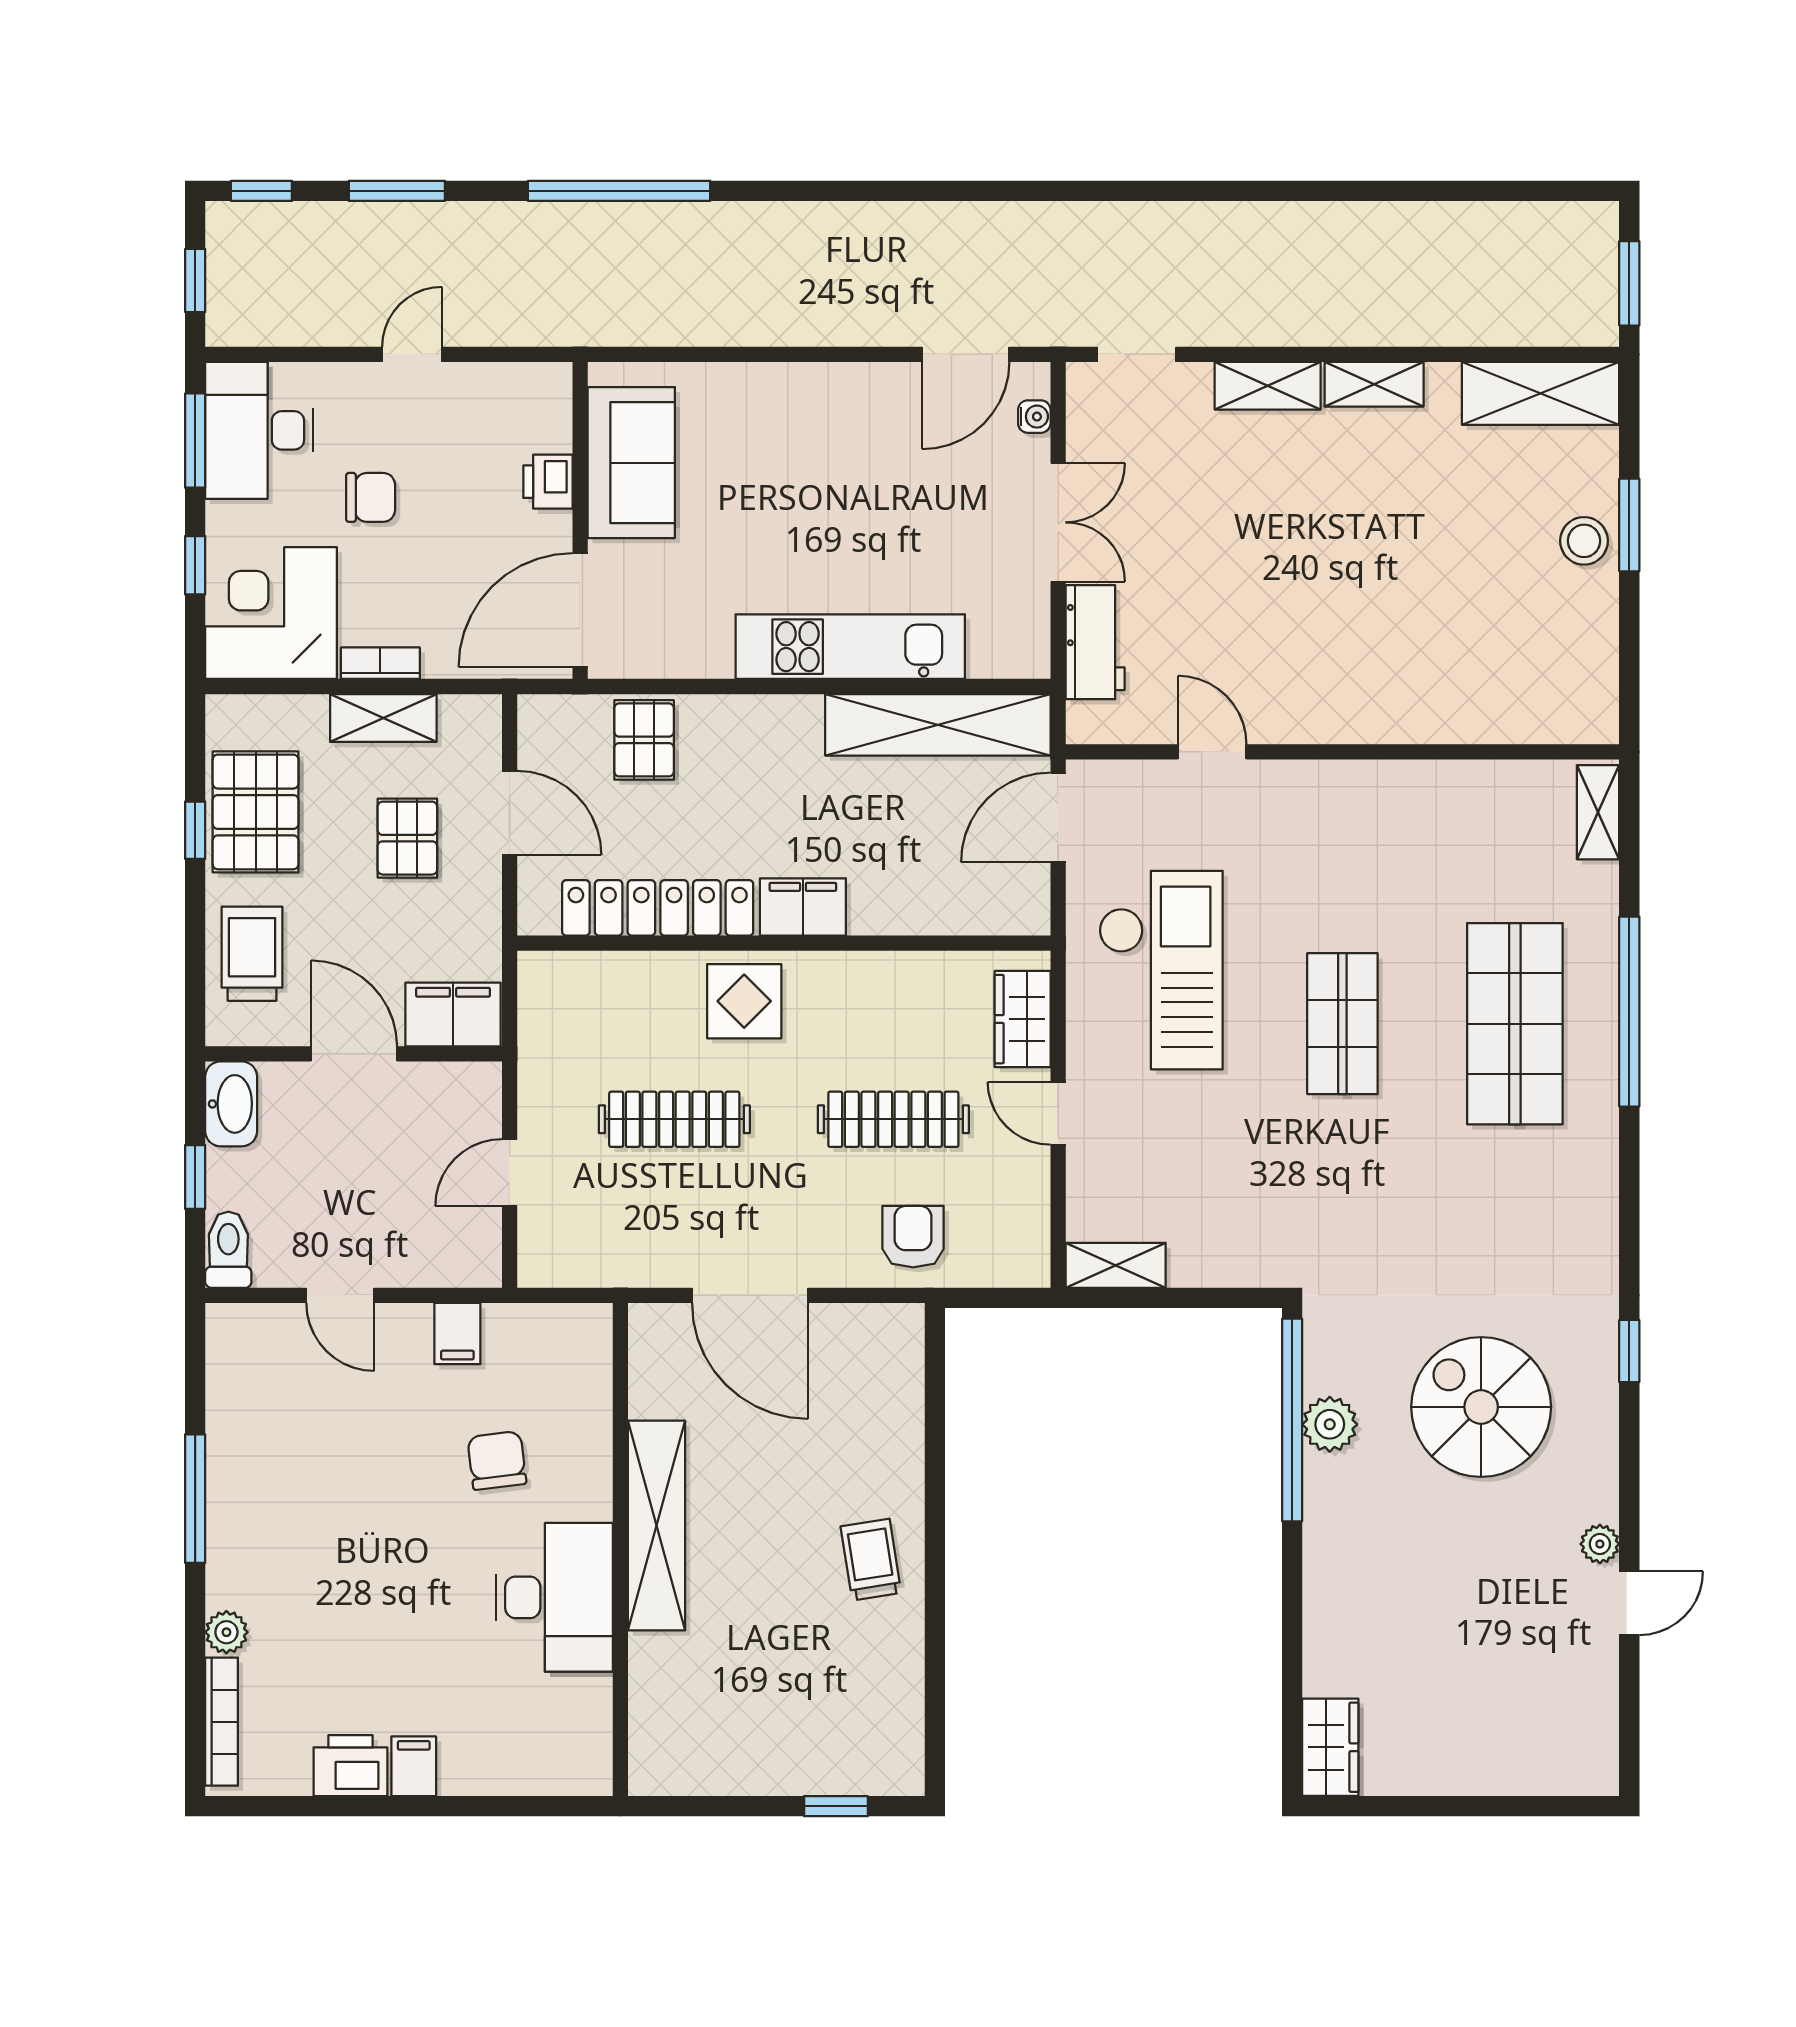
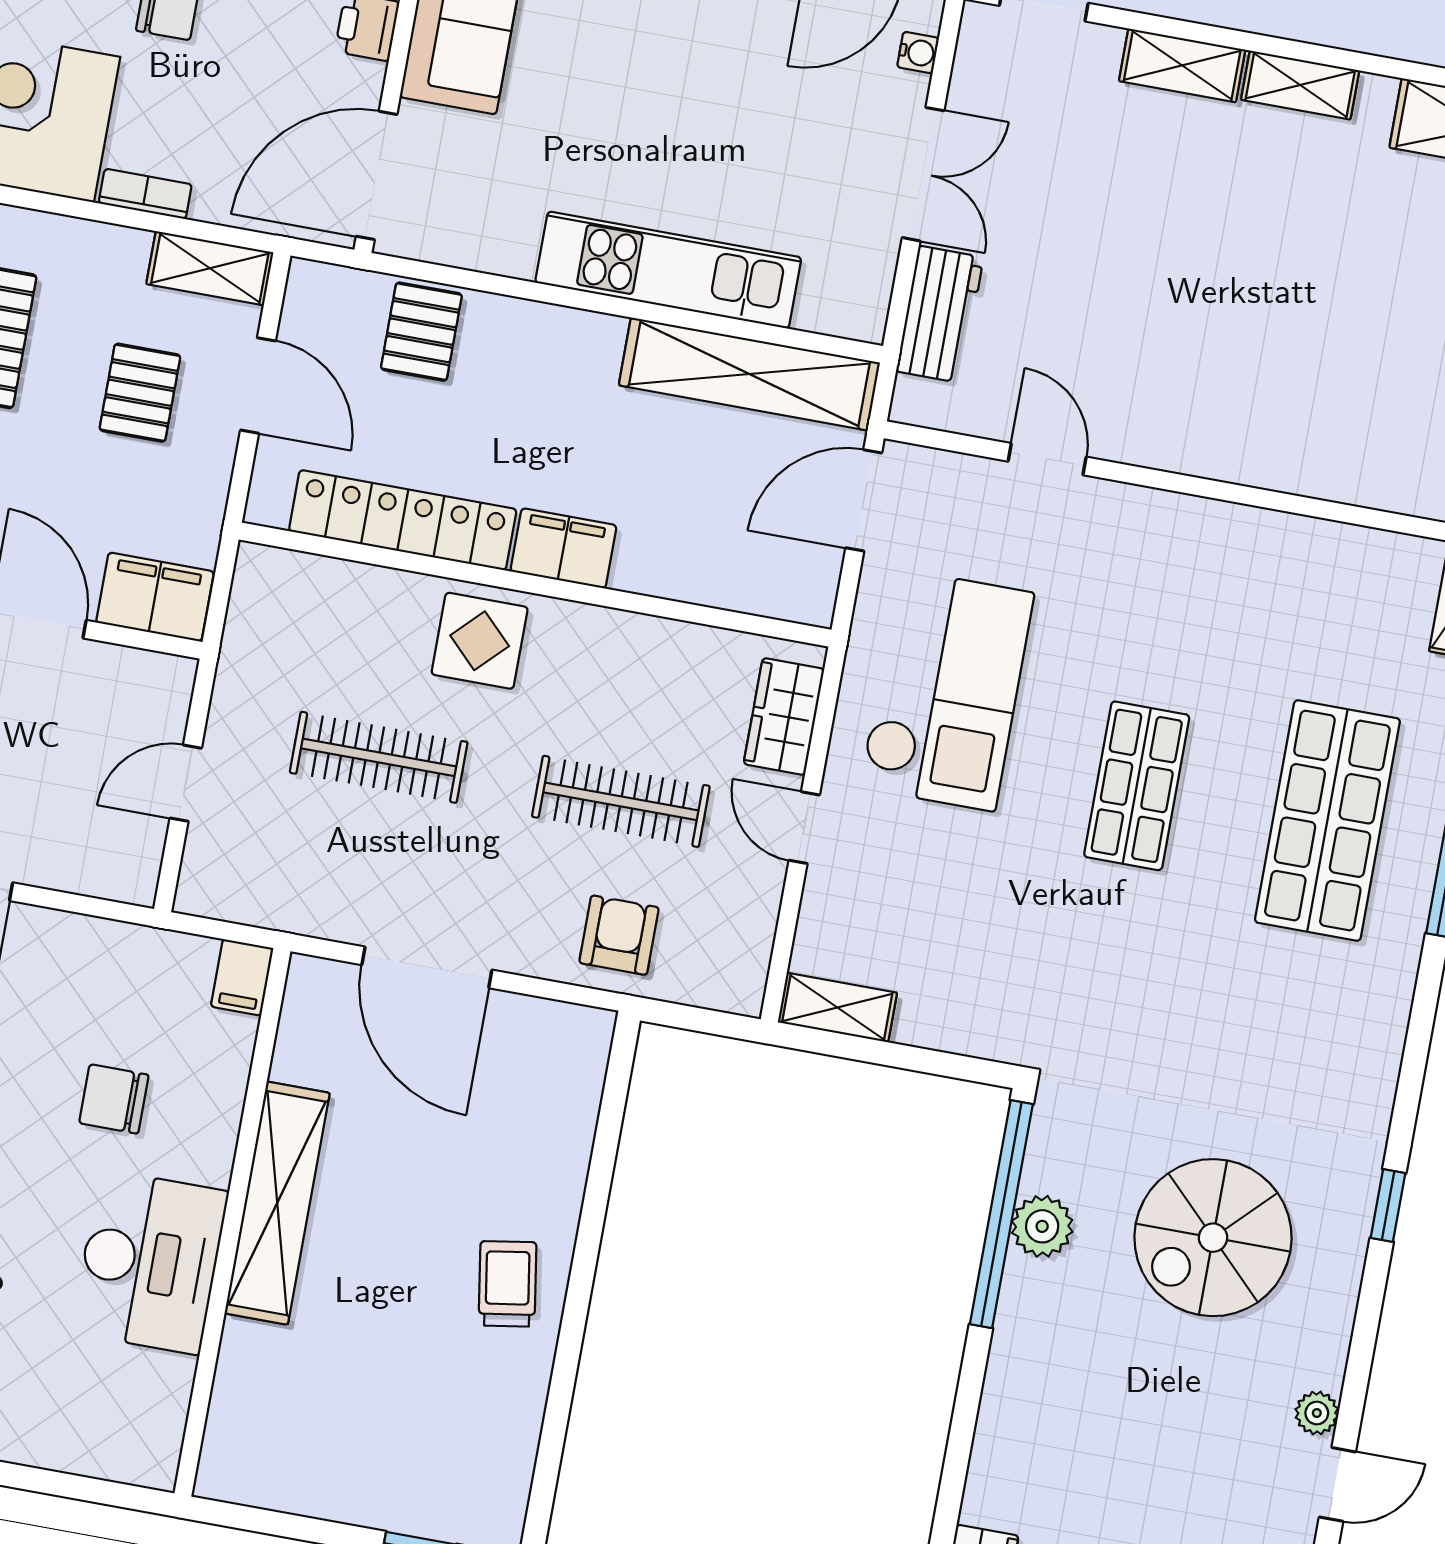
shelving: (383, 718) -> (210, 268), moved
filing cabinet: (457, 1334) -> (242, 977), moved
spiral stairs: (1481, 1407) -> (1213, 1238), turned -90
chair: (497, 1460) -> (114, 1099), turned -83

